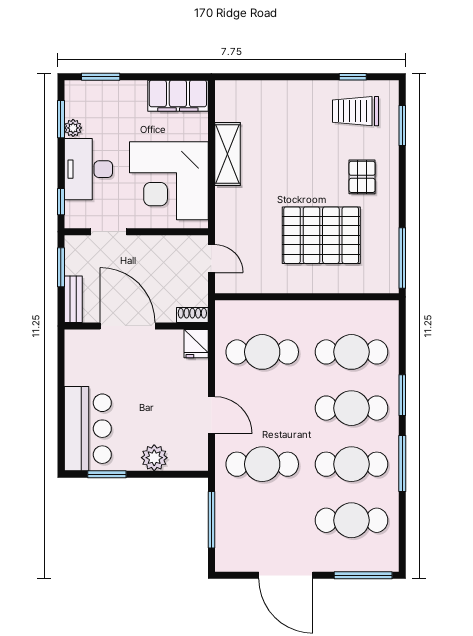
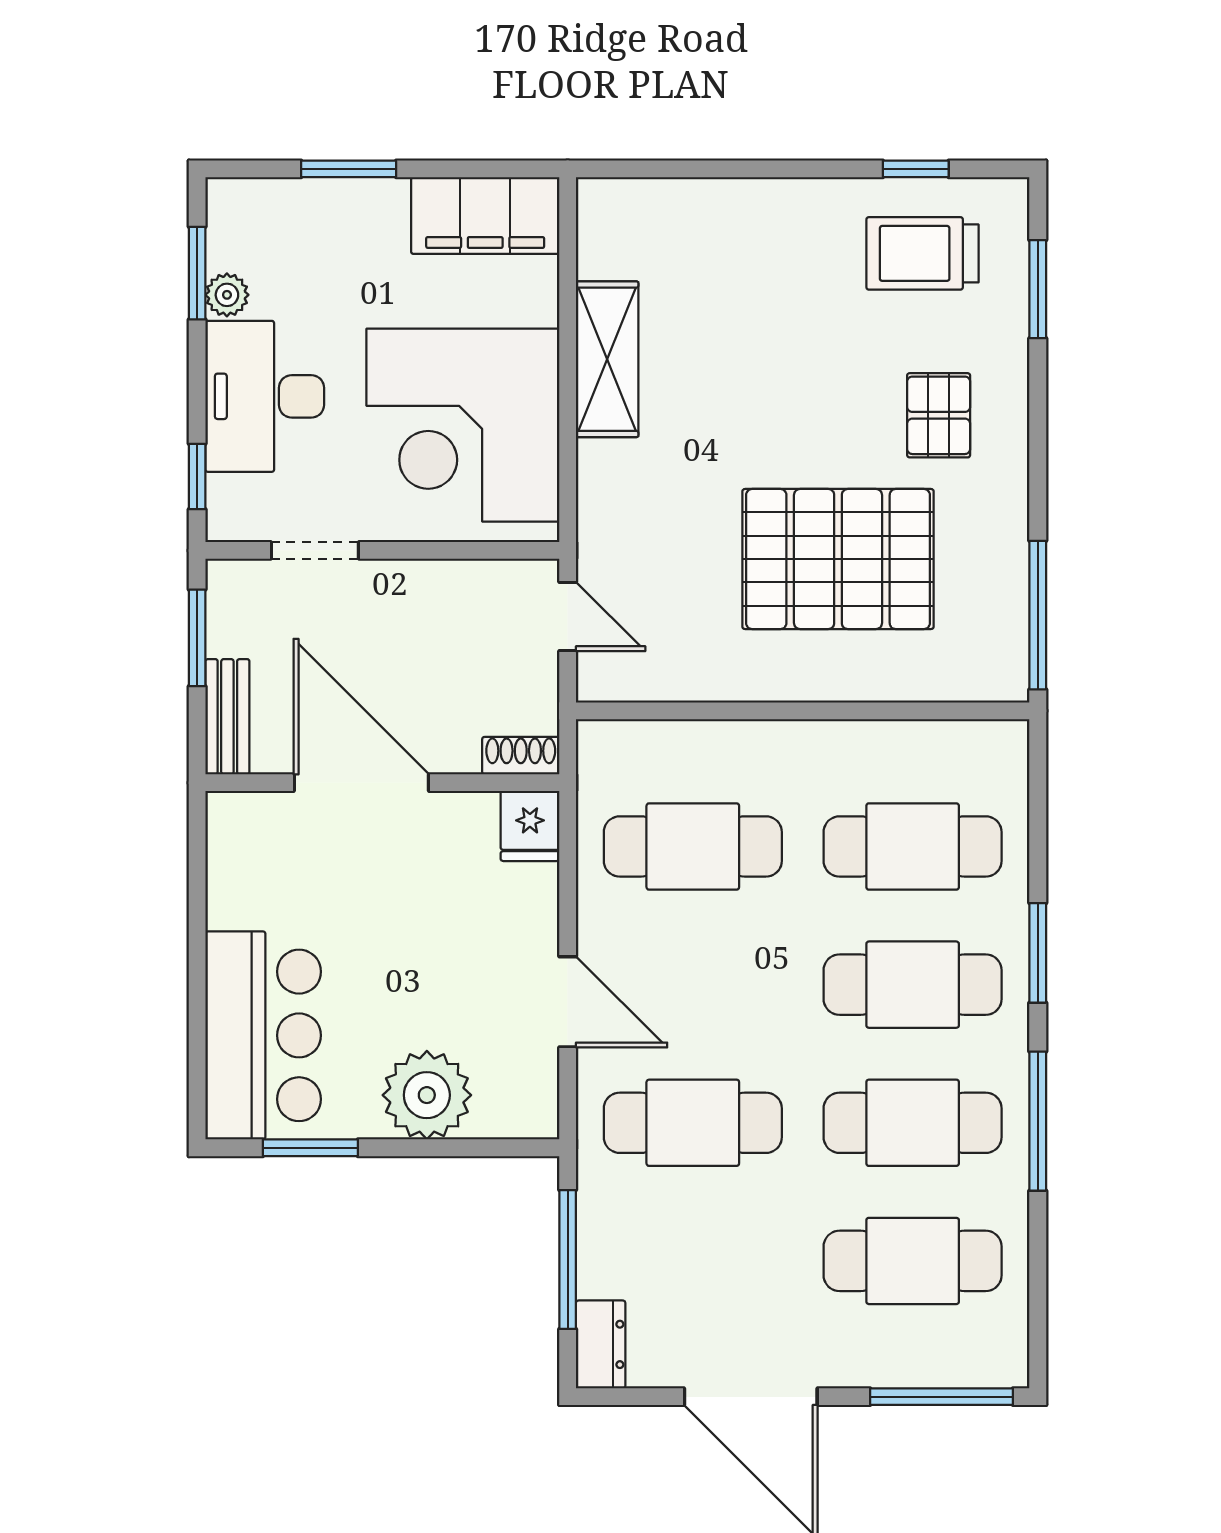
window: (101, 77) -> (349, 169), moved
plant: (154, 458) -> (427, 1095), width x1.36, depth x1.36
dresser: (225, 554) -> (601, 1344), added

